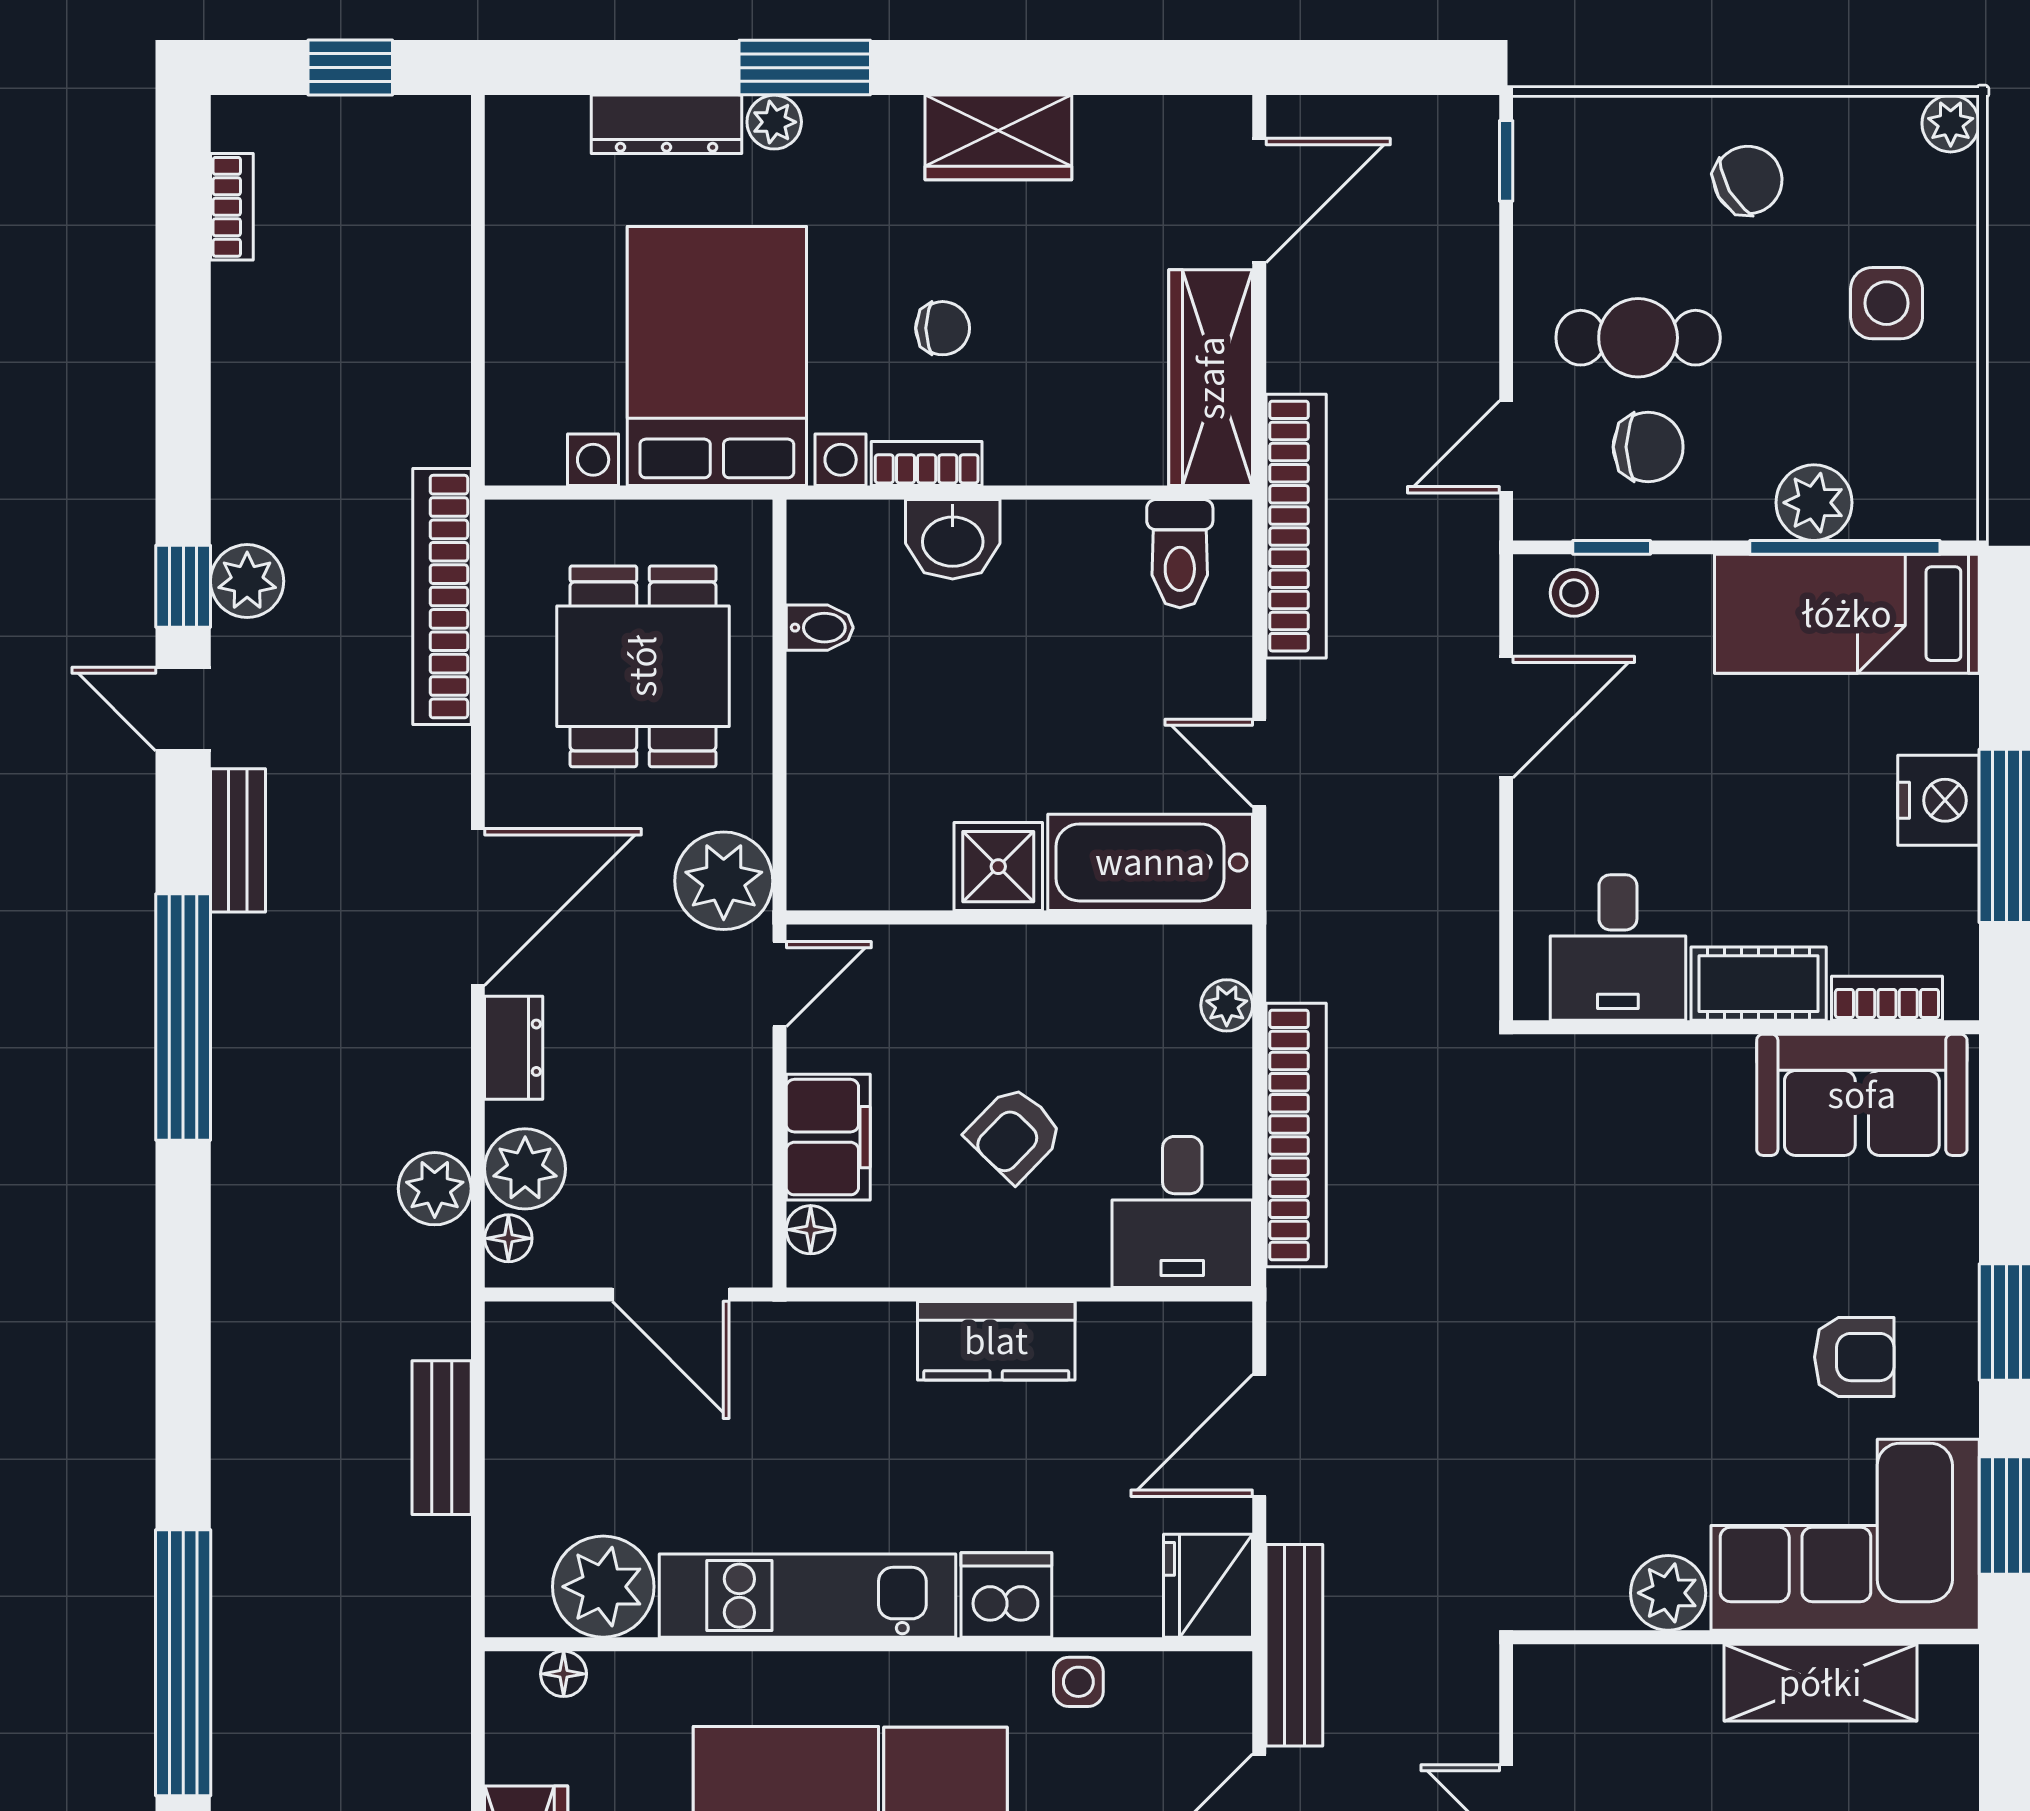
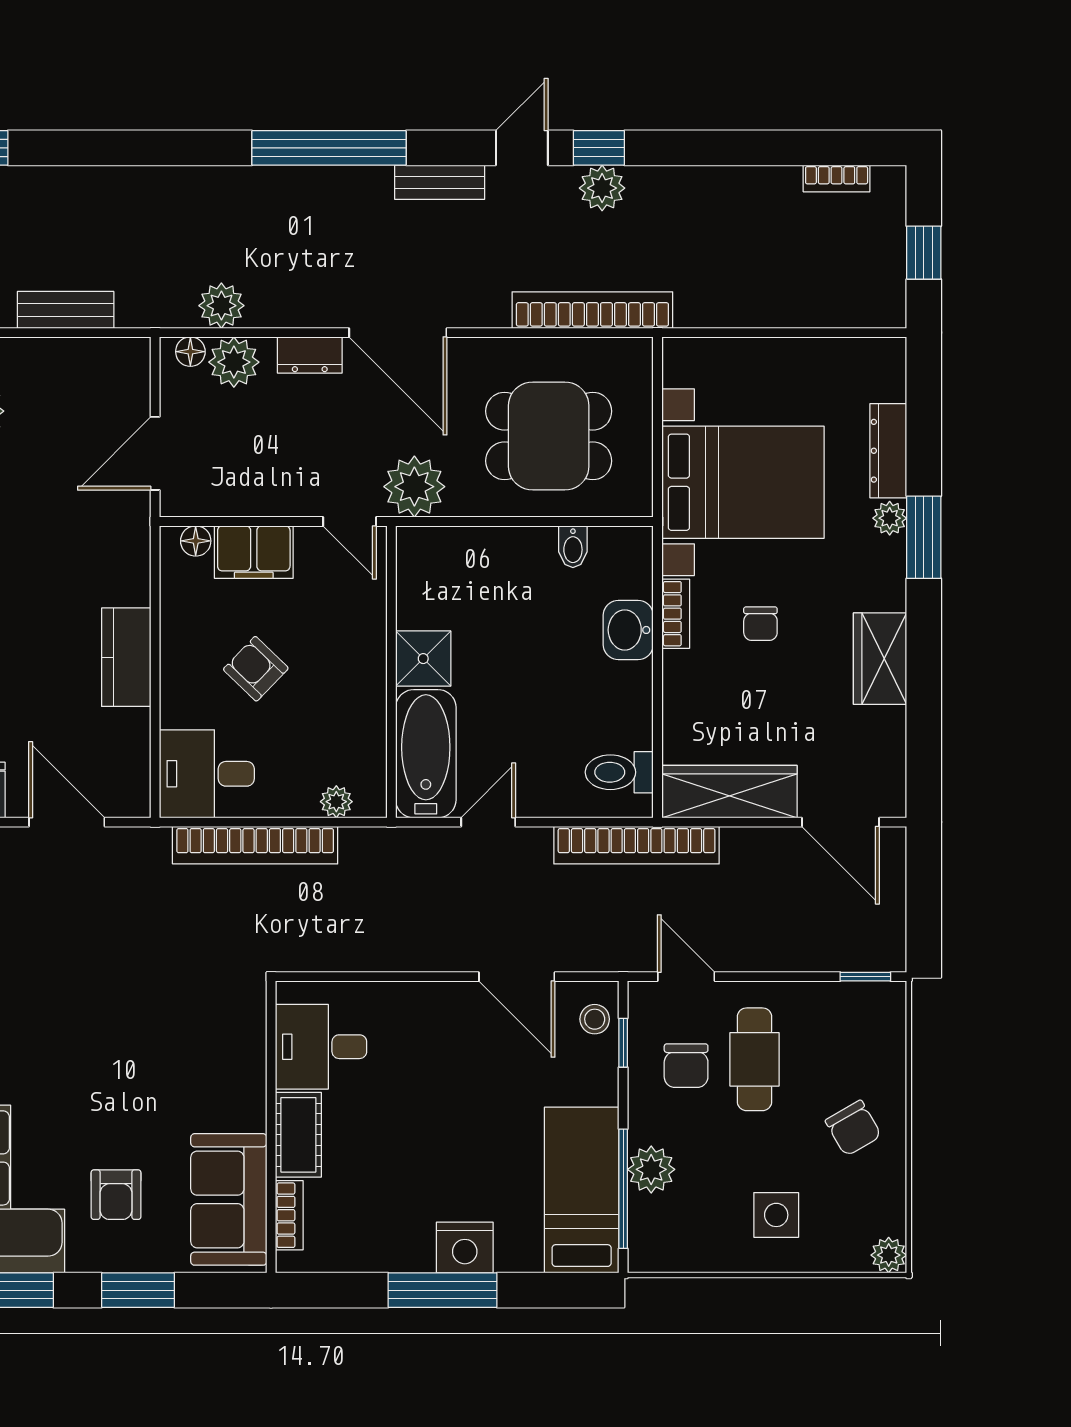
desk: (1618, 948) -> (321, 1047), moved
cot: (1759, 984) -> (298, 1135), moved
bookcase: (1887, 998) -> (289, 1215), moved
wall: (1746, 1027) -> (271, 1127), moved
sofa: (1862, 1095) -> (229, 1199), moved

